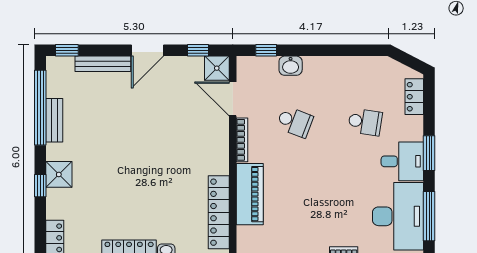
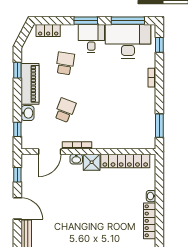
window: (355, 50) -> (17, 70), added
shower: (217, 68) -> (92, 162), moved
washbasin: (221, 139) -> (76, 159), added
piano: (250, 194) -> (30, 84), moved, turned 90

